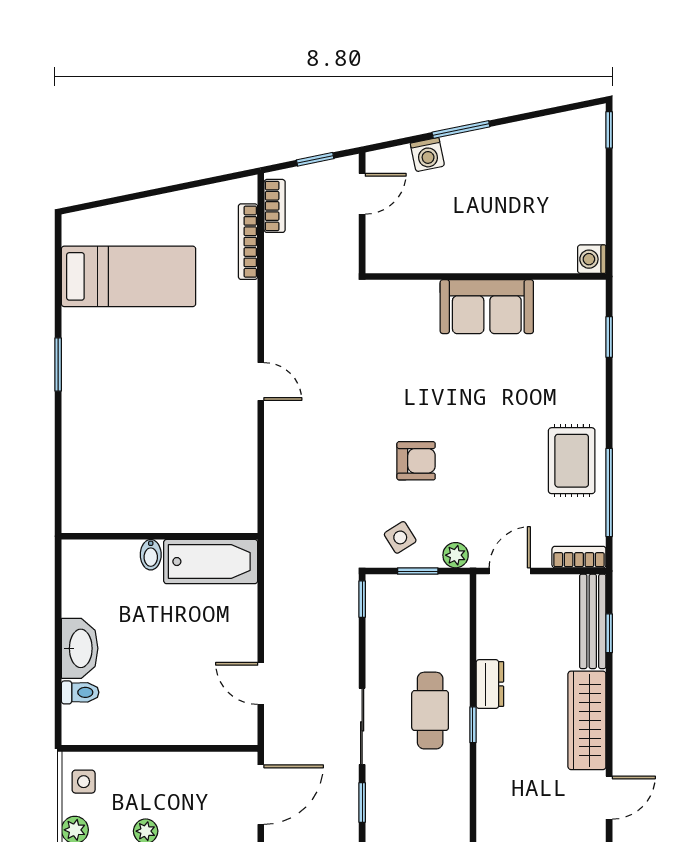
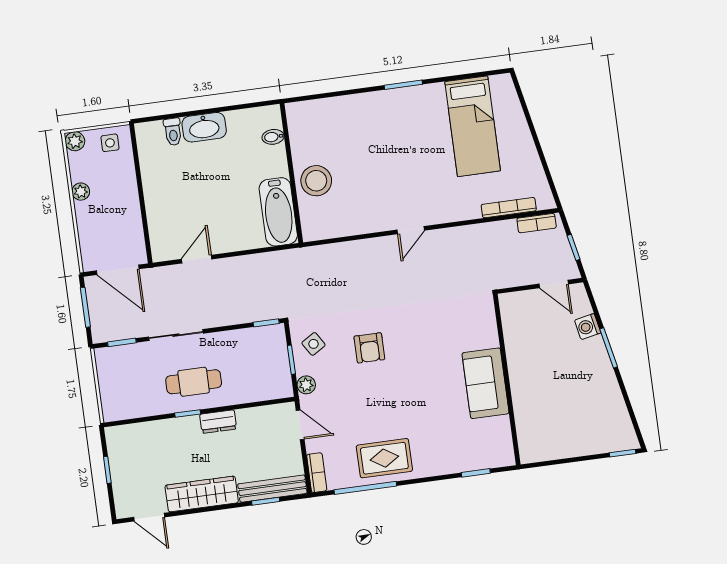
washing machine: (592, 259) -> (529, 453), removed
stool: (175, 503) -> (316, 181), added
bidet: (151, 555) -> (273, 137), moved

